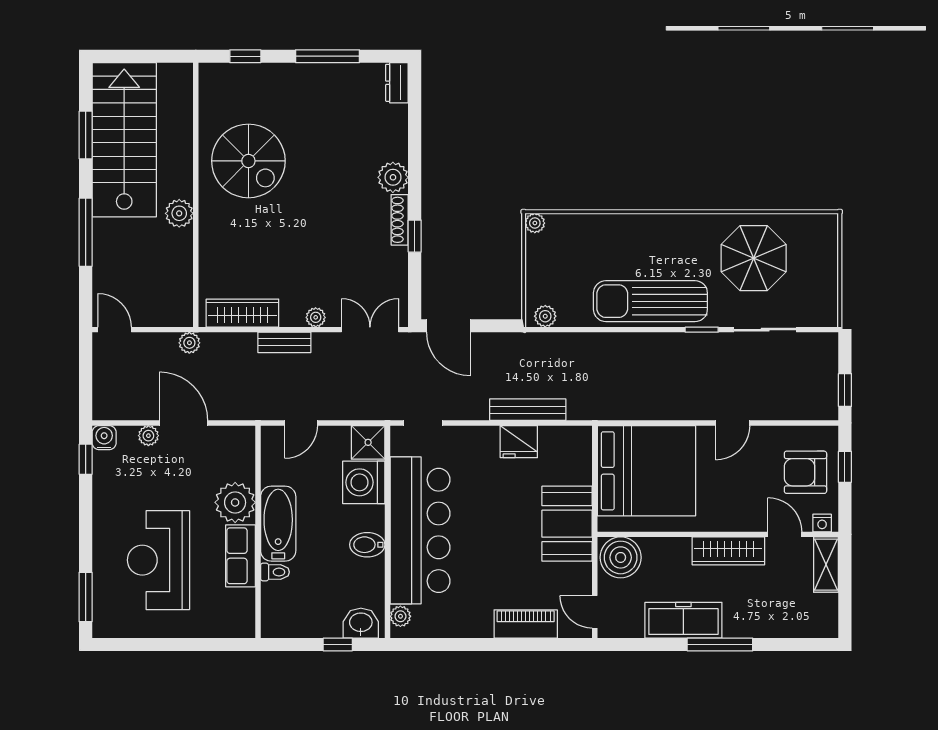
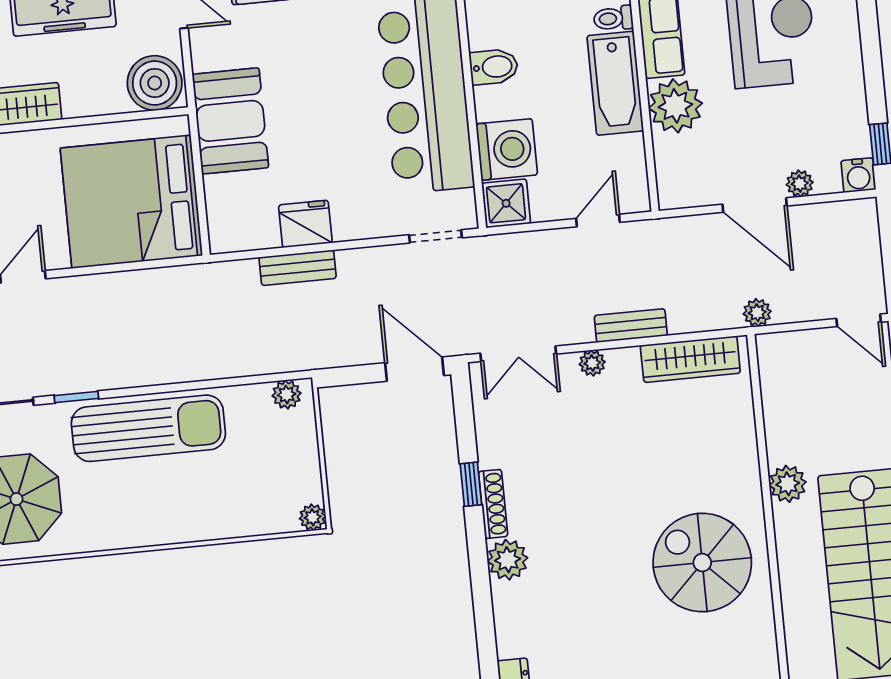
bench: (528, 410) -> (298, 268), width x0.73

